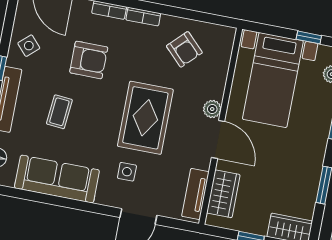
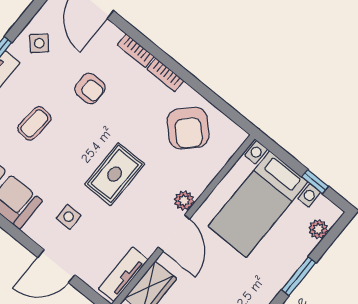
armchair: (184, 49) -> (188, 128), width x1.38, depth x1.38
armchair: (89, 60) -> (90, 88), width x0.72, depth x0.72
rug: (145, 118) -> (115, 174), width x0.73, depth x0.70

